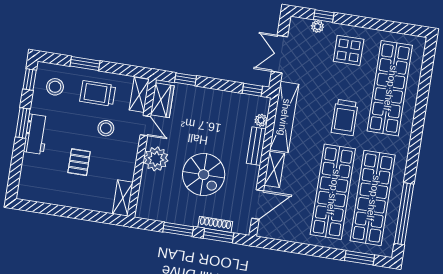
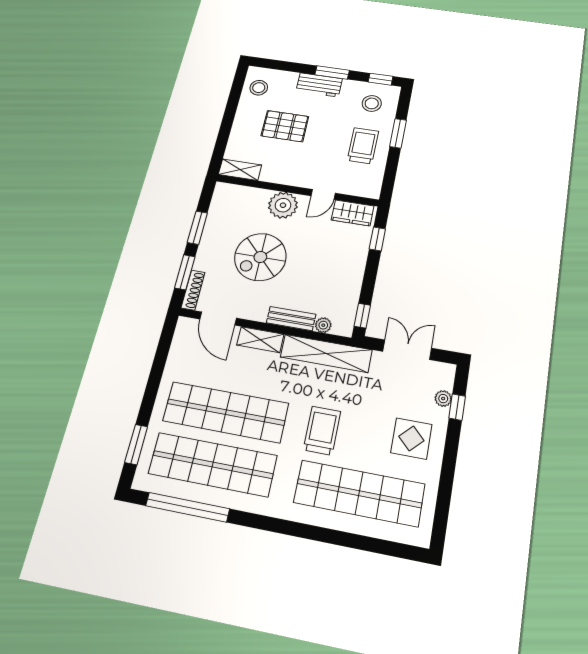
shelving: (139, 95) -> (360, 188), removed
trolley: (345, 117) -> (322, 431), turned 90
stool: (106, 128) -> (259, 88), moved
pallet: (79, 162) -> (285, 126), width x1.50, depth x1.42
shoe rack: (215, 224) -> (193, 290), moved

